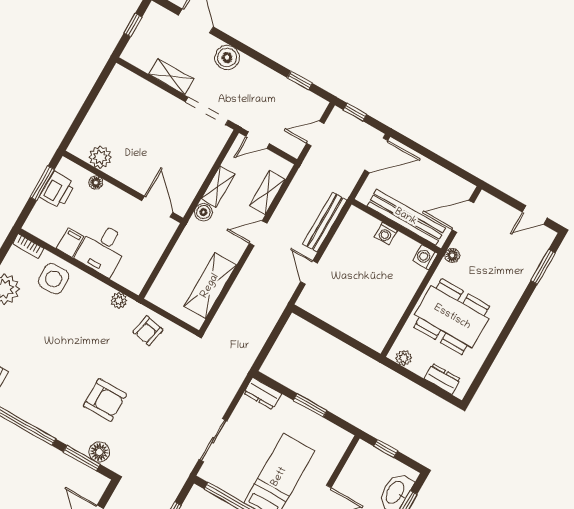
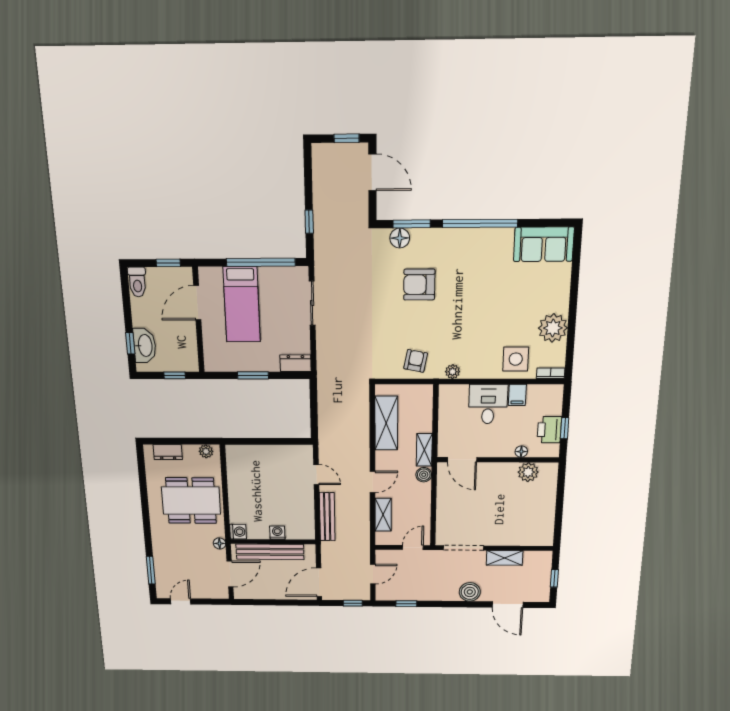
window: (42, 183) -> (565, 428), width x0.67
shelving: (218, 186) -> (424, 450), moved

